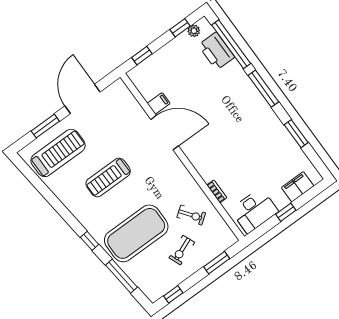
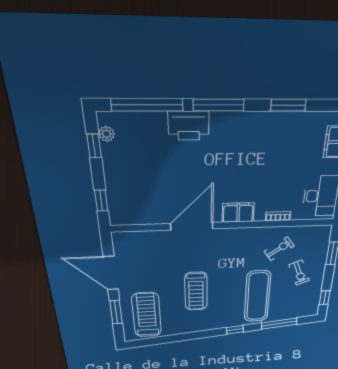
printer: (216, 51) -> (189, 126), moved
filing cabinet: (159, 103) -> (238, 212), moved, width x2.00
exercise mat: (136, 233) -> (257, 297), width x0.68

